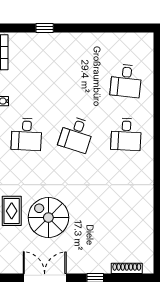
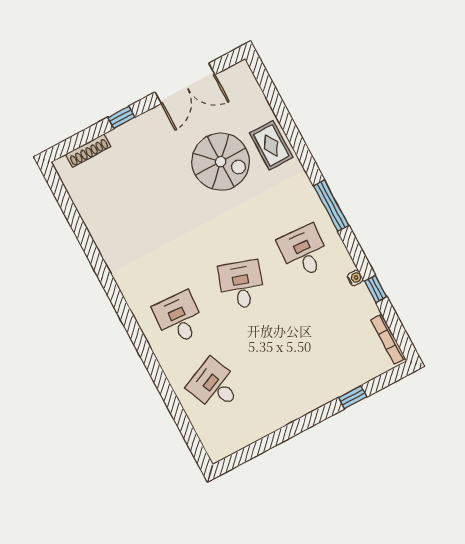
desk: (126, 81) -> (215, 386), turned -30

